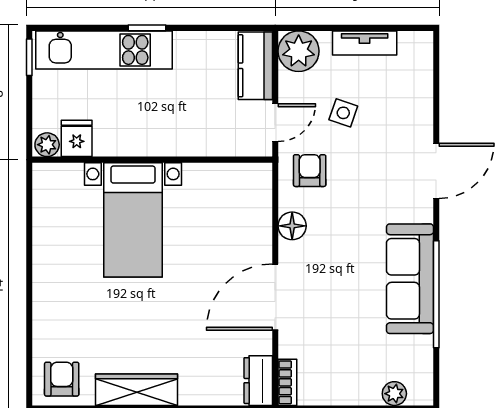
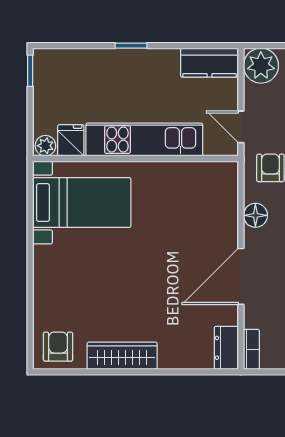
kitchen unit: (104, 50) -> (144, 140), moved, turned 180
kitchen counter: (255, 66) -> (209, 63), moved, turned -90
door: (275, 123) -> (241, 127), swing flipped
bed with nightstands: (133, 220) -> (82, 203), moved, turned -90

